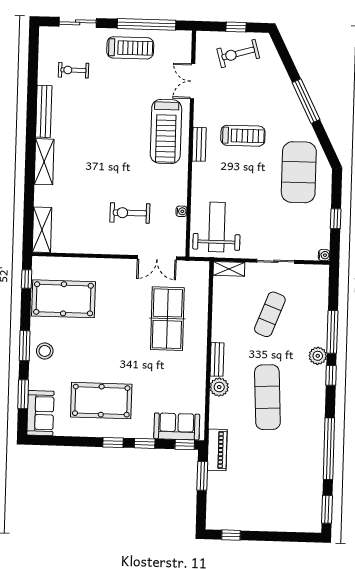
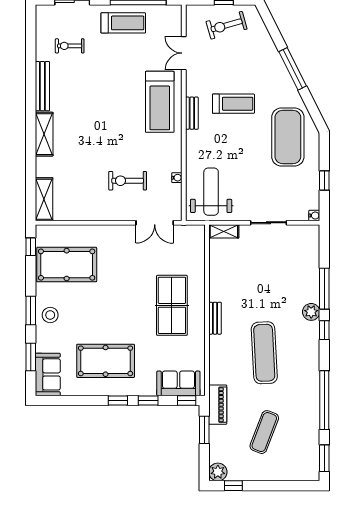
exercise mat: (270, 314) -> (264, 432), moved
table tennis table: (167, 319) -> (172, 305), moved
plant: (219, 387) -> (218, 472), moved

